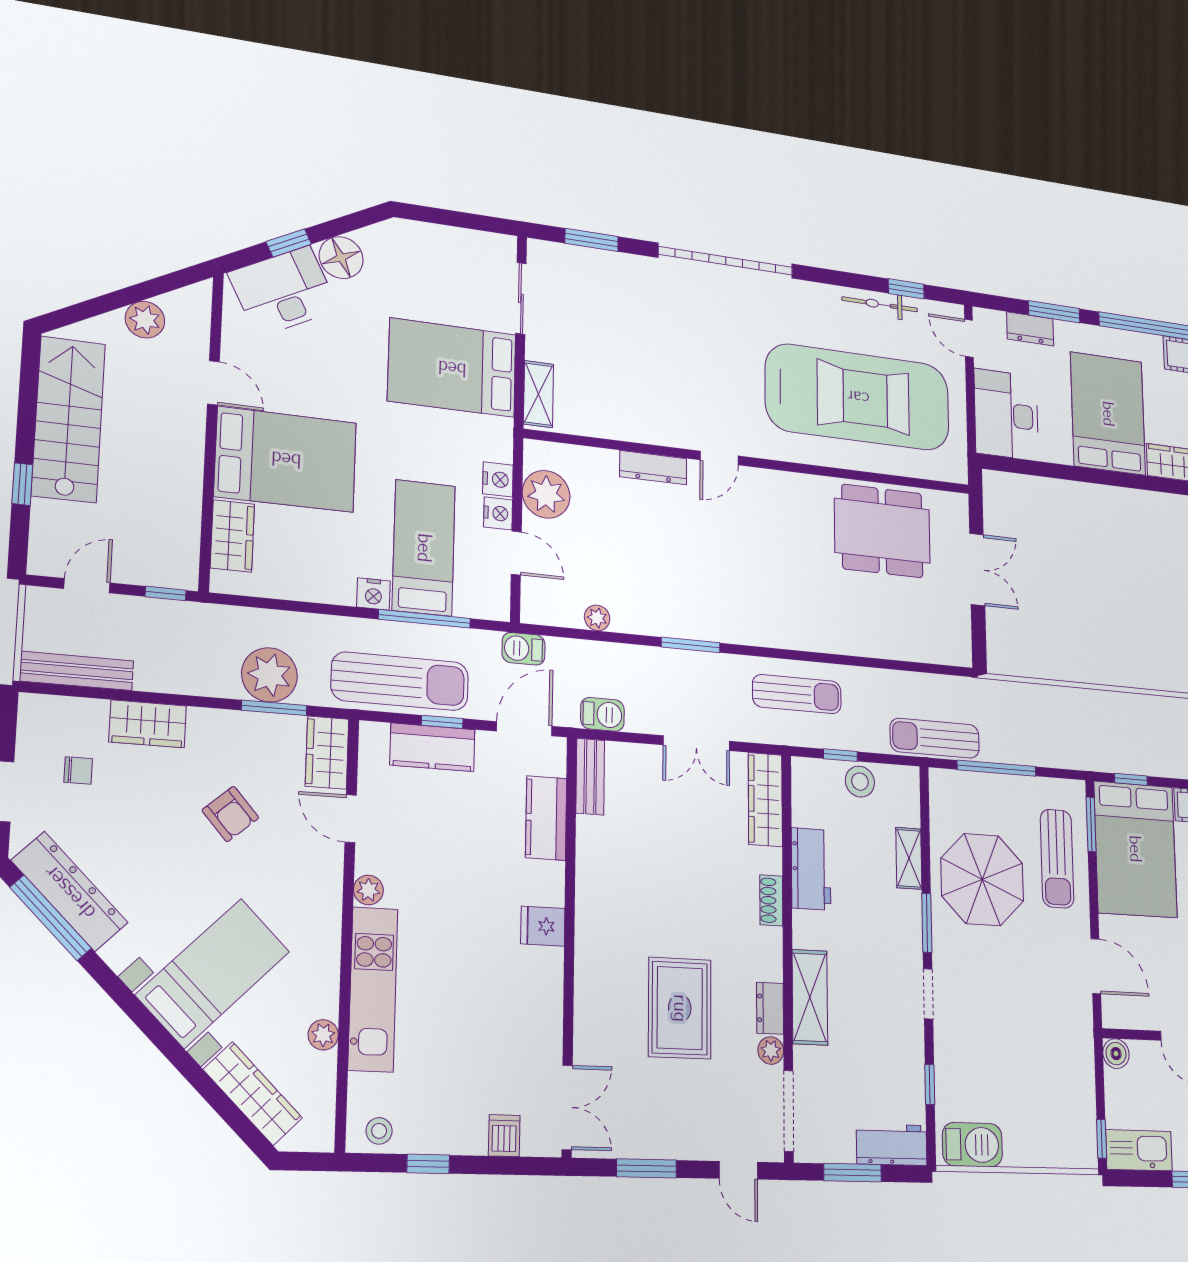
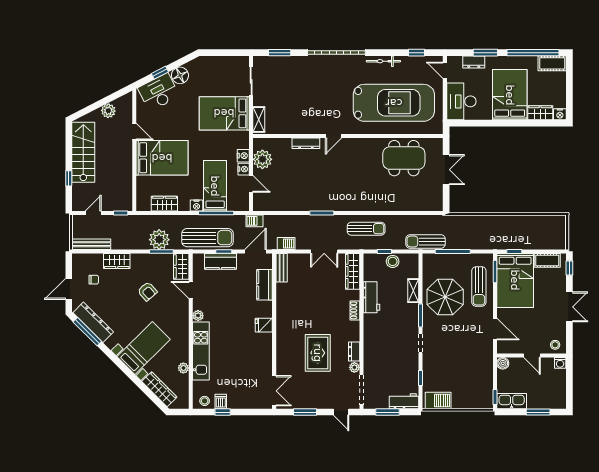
bicycle: (880, 304) -> (383, 61), moved
wardrobe: (232, 536) -> (164, 204), moved, turned -90
plant: (597, 618) -> (284, 206), removed
shelving: (810, 997) -> (371, 347), removed
dishwasher: (504, 1136) -> (221, 401), moved

